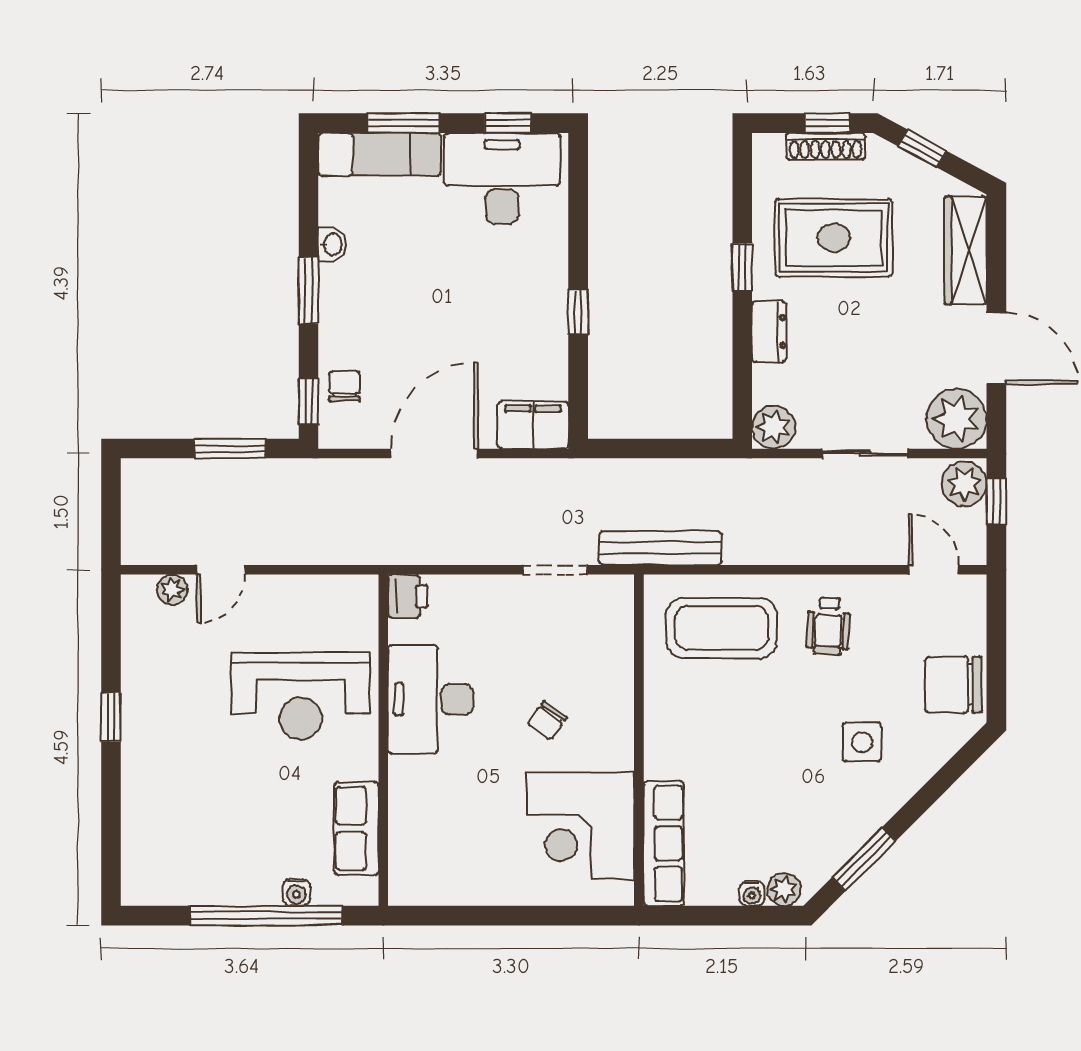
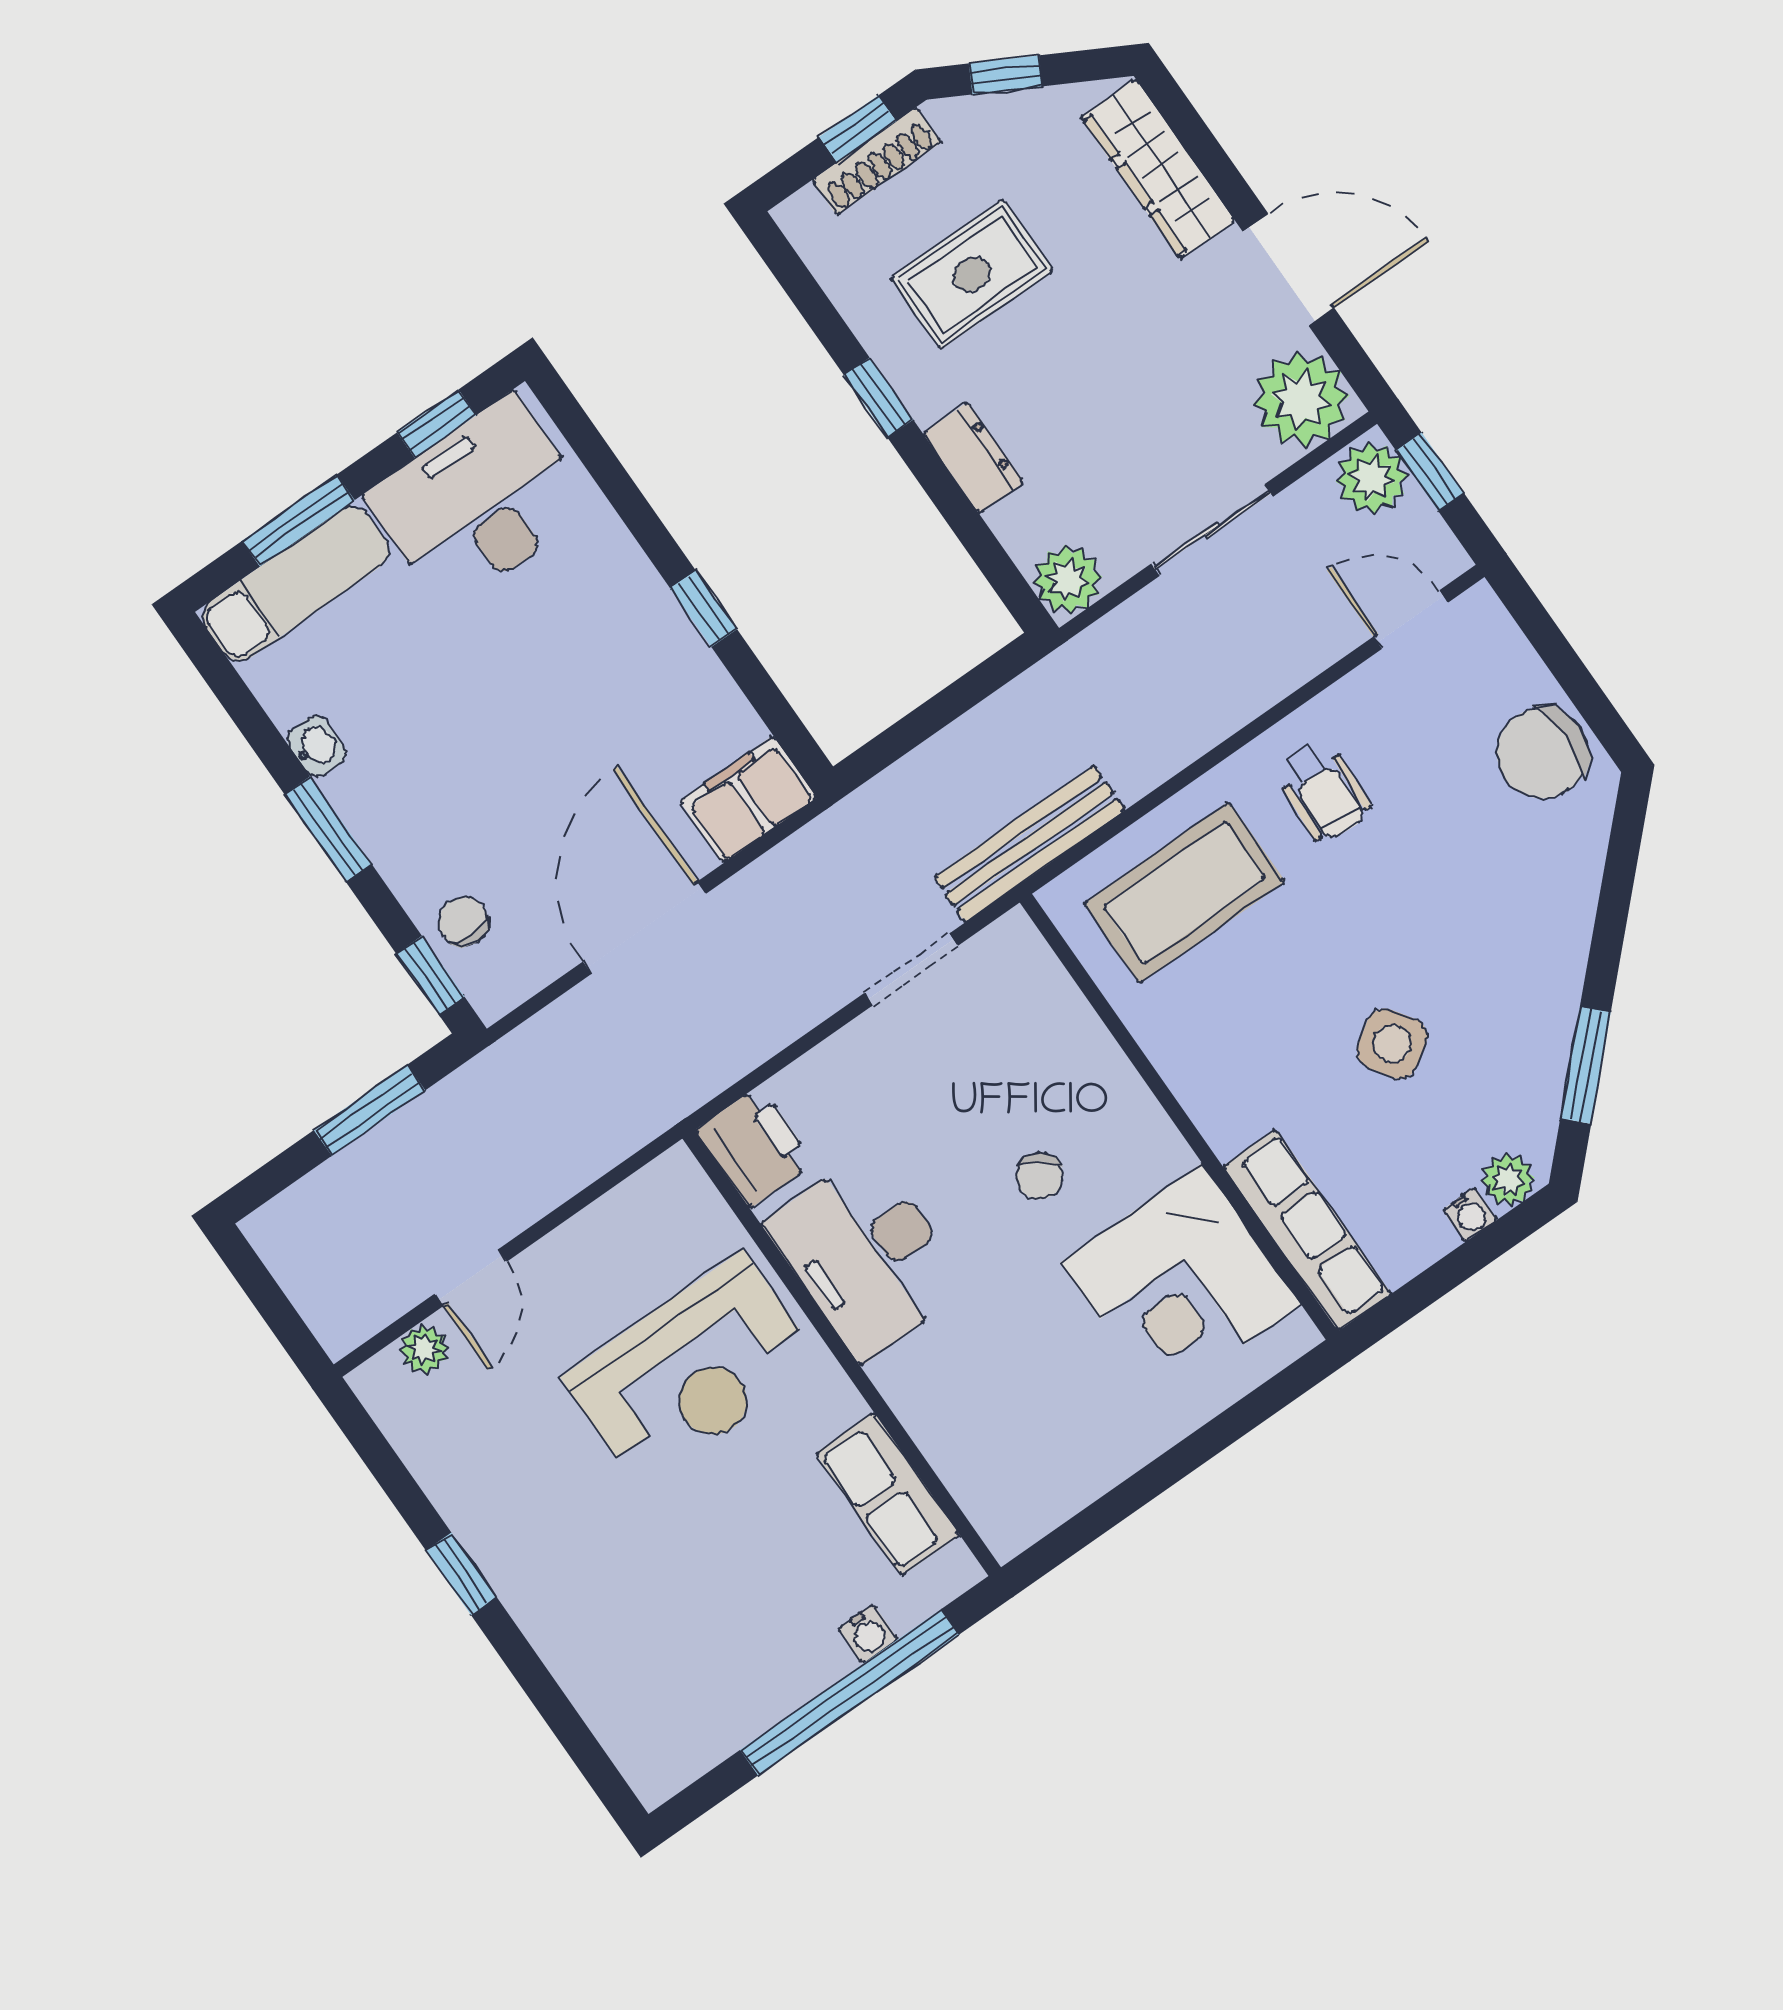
rug: (834, 238) -> (972, 274), width x0.73, depth x0.70
printer: (408, 596) -> (755, 1147), width x1.36, depth x1.24
side table: (862, 742) -> (1392, 1044), moved, turned -34

